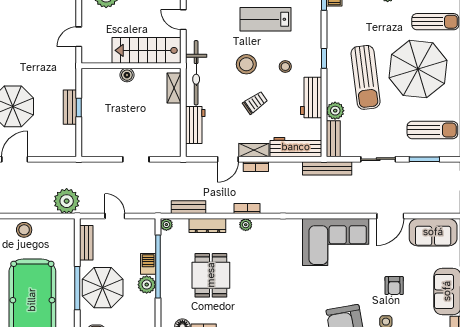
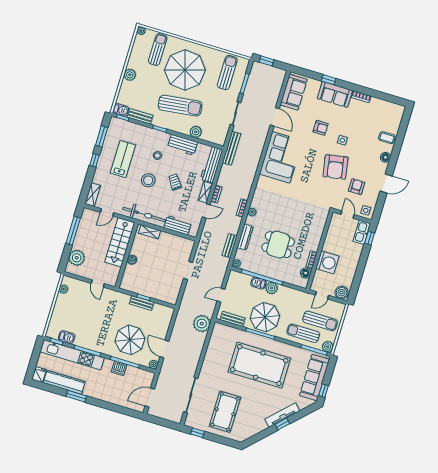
lab bench: (266, 19) -> (123, 159), turned 180
bench: (333, 139) -> (140, 116), moved
door: (228, 159) -> (206, 211), hinge flipped
stool: (24, 230) -> (212, 357), removed

